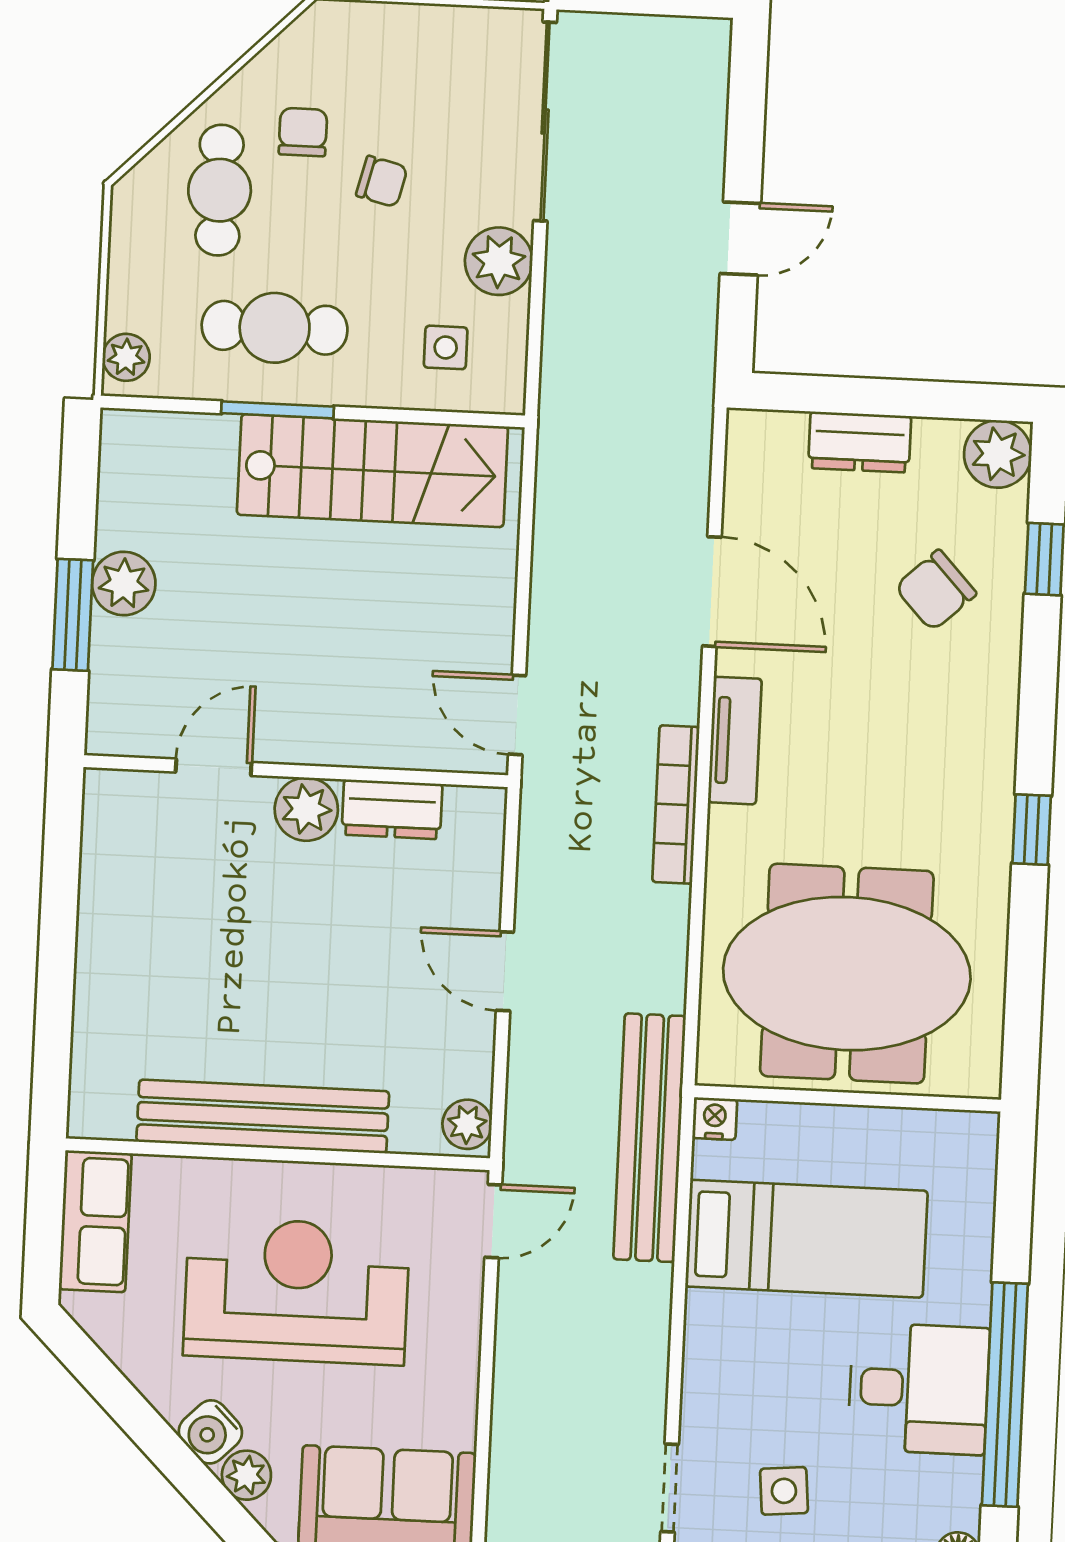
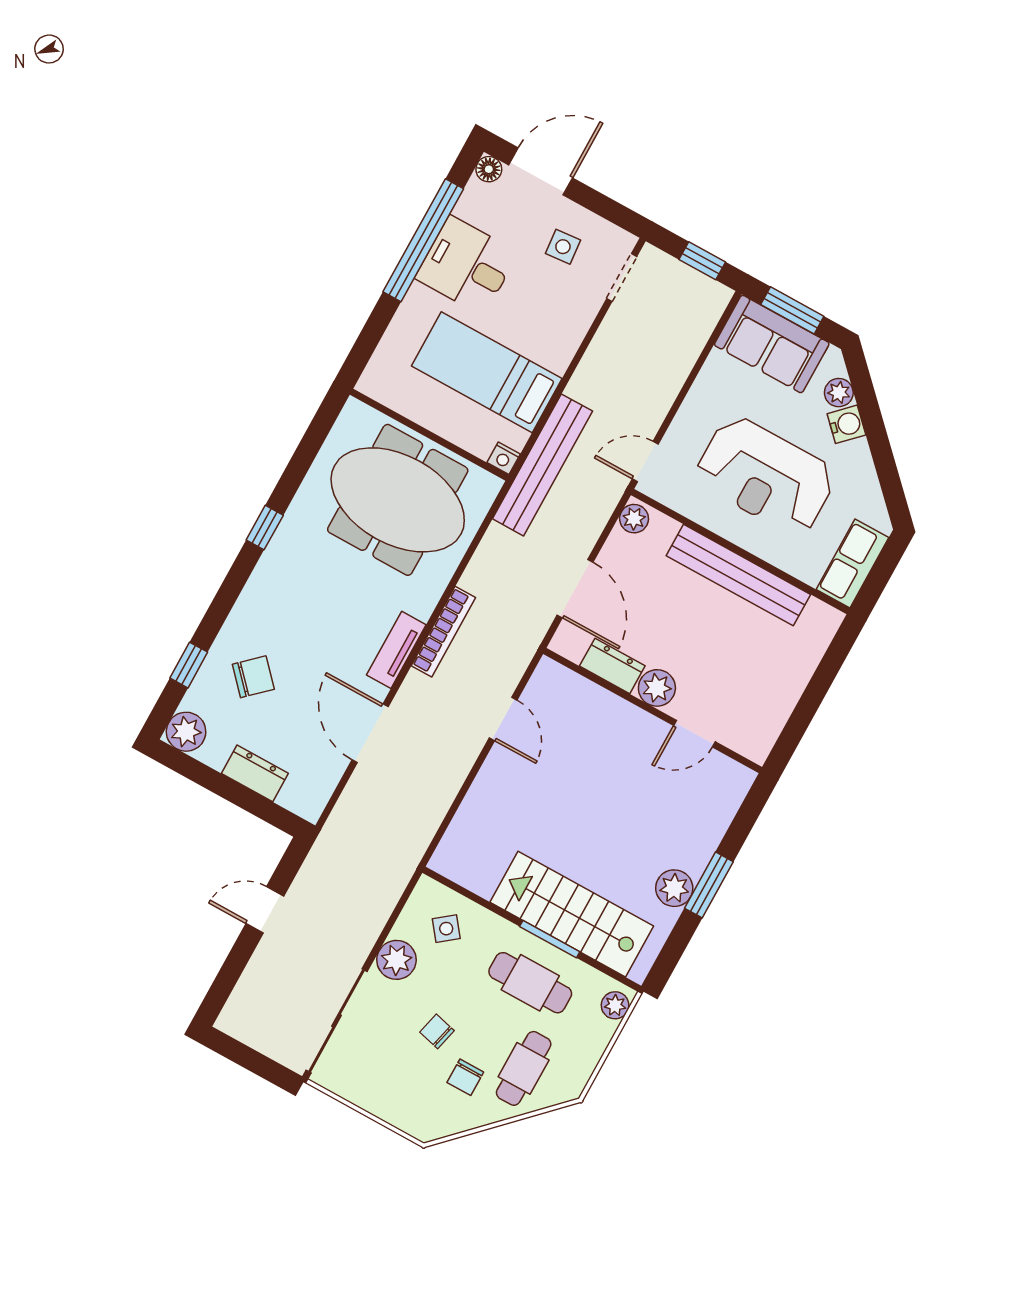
side table: (446, 347) -> (446, 929), turned -38
stairs: (372, 471) -> (572, 914), moved
door: (214, 767) -> (694, 734), moved
wall: (296, 771) -> (653, 710), moved
plant: (306, 809) -> (657, 688), moved
dresser: (392, 809) -> (612, 666), moved
door: (505, 971) -> (575, 589), width x1.38

